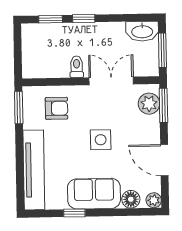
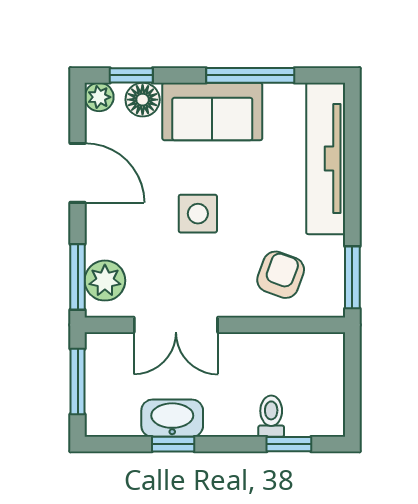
window: (84, 19) -> (173, 444), moved
washbasin: (142, 31) -> (172, 418), moved
toilet: (77, 67) -> (271, 416), moved, turned 180
armchair: (56, 108) -> (281, 275), turned 110
window: (137, 212) -> (131, 75), added
window: (74, 213) -> (250, 75), width x2.17

